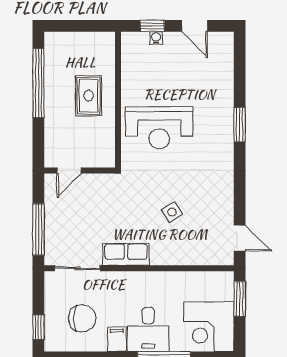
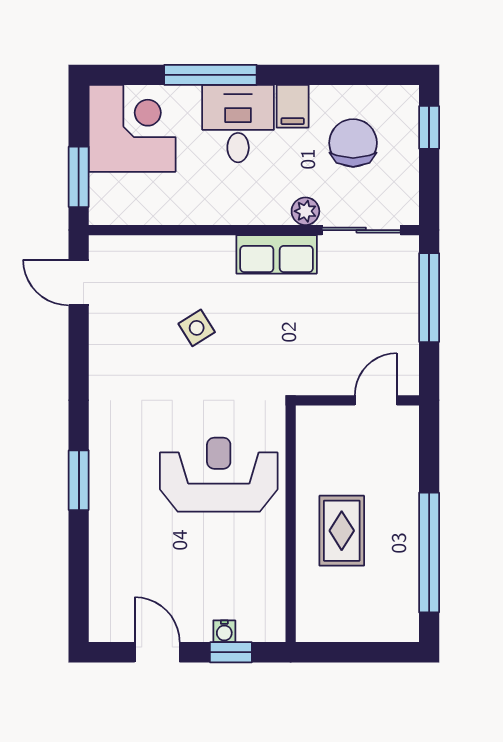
plant: (109, 279) -> (305, 211), added
chair: (82, 318) -> (353, 143), turned 90

